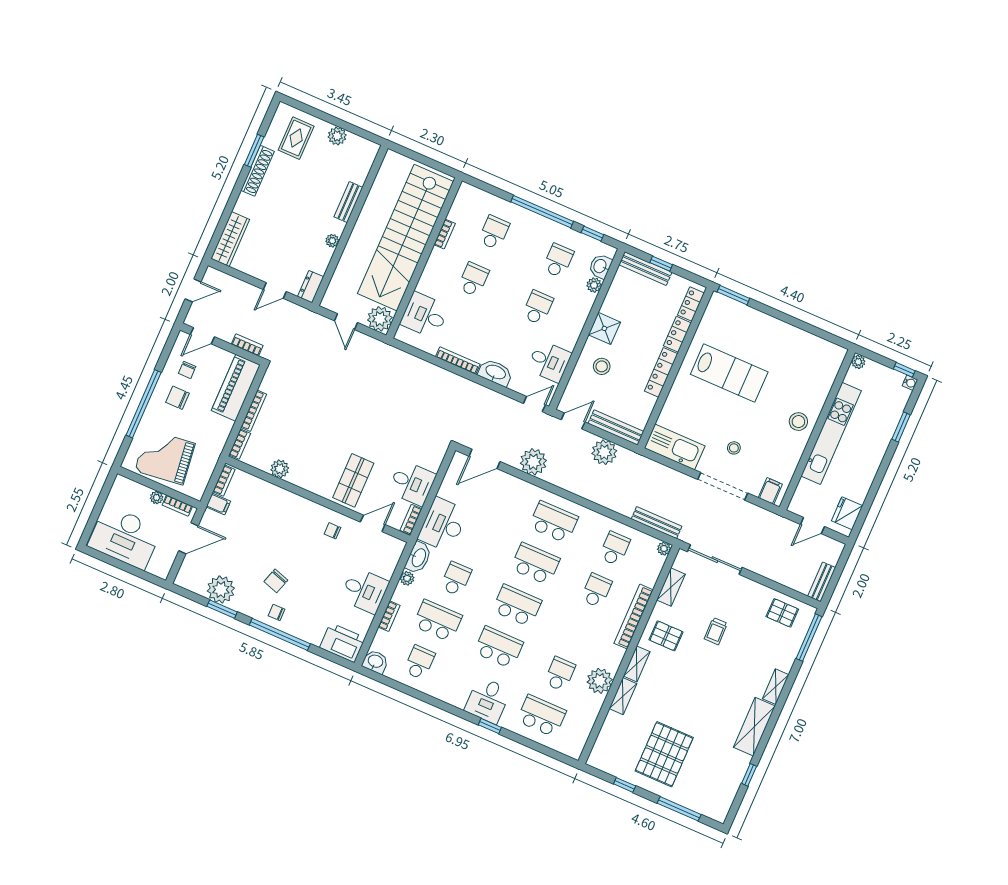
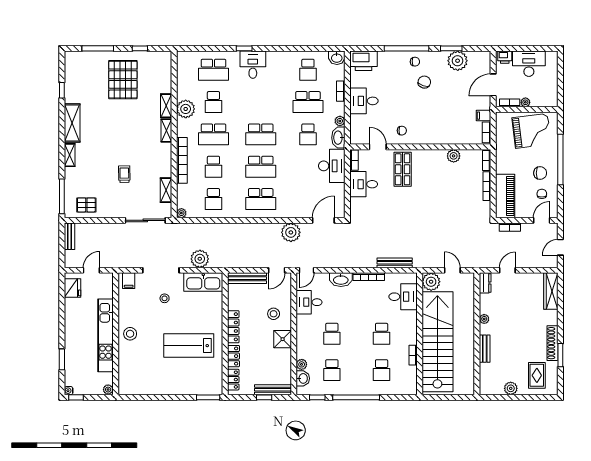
plant: (604, 452) -> (200, 259), moved
door: (373, 523) -> (378, 147), swing flipped
bench: (656, 523) -> (395, 263), moved
desk: (125, 537) -> (529, 64), width x0.73, depth x0.77
printer: (158, 568) -> (505, 57), added
pallet: (666, 636) -> (155, 157), removed
school desk: (499, 647) -> (213, 134), moved

